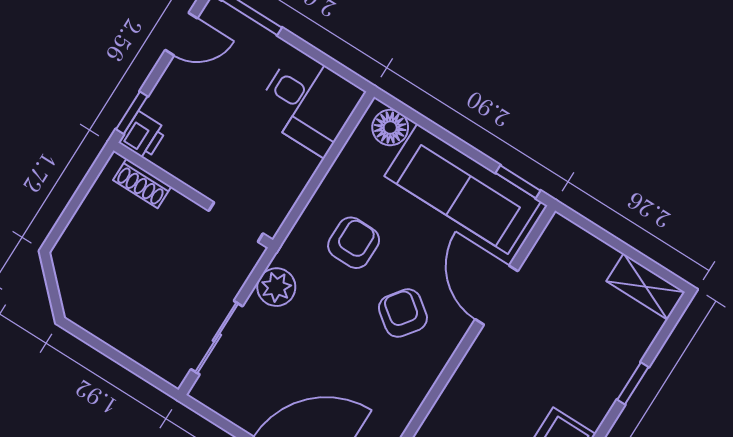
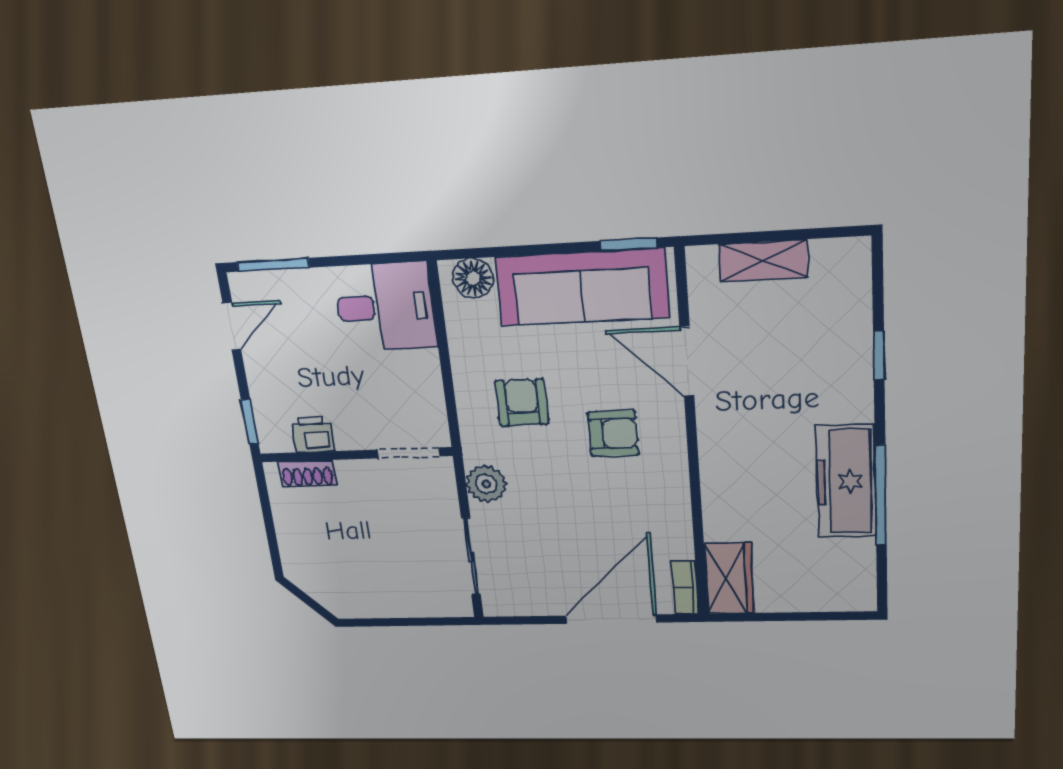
printer: (143, 136) -> (313, 435), moved, turned -90
shelving: (646, 287) -> (763, 261), moved
armchair: (403, 313) -> (613, 434), turned 143

